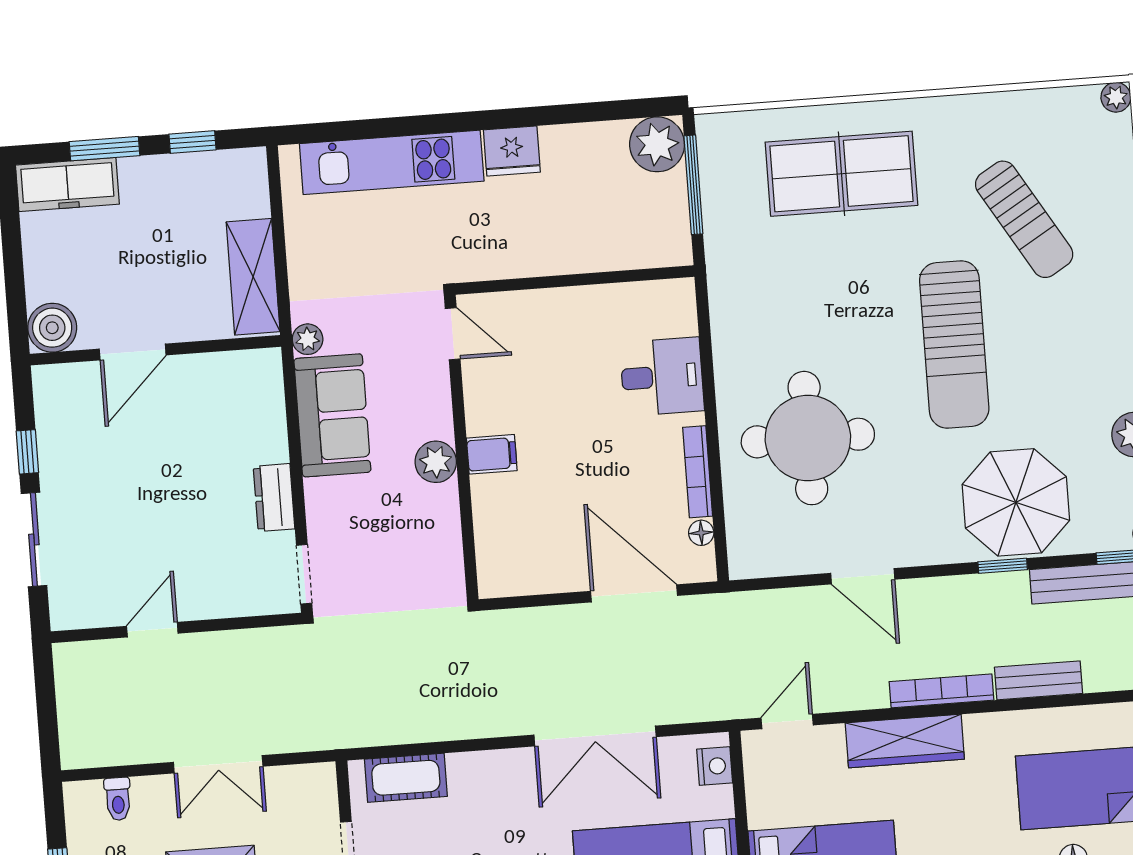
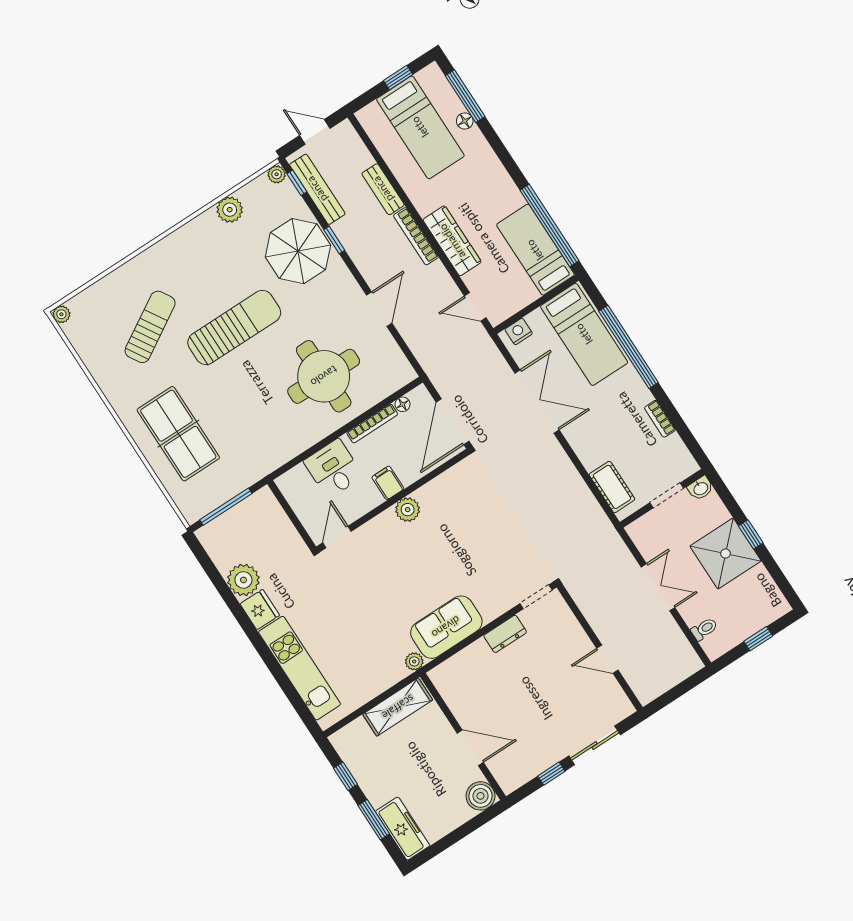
plant: (657, 144) -> (243, 580), moved
door: (453, 334) -> (337, 537), moved
wall: (461, 447) -> (393, 501), moved
filing cabinet: (492, 454) -> (388, 483), moved
plant: (436, 462) -> (408, 510), moved

